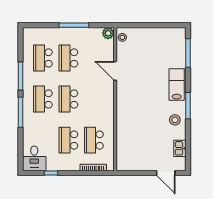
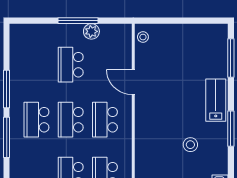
plant: (108, 33) -> (91, 31), moved
school desk: (43, 58) -> (105, 120), moved
stool: (175, 120) -> (190, 145), moved

